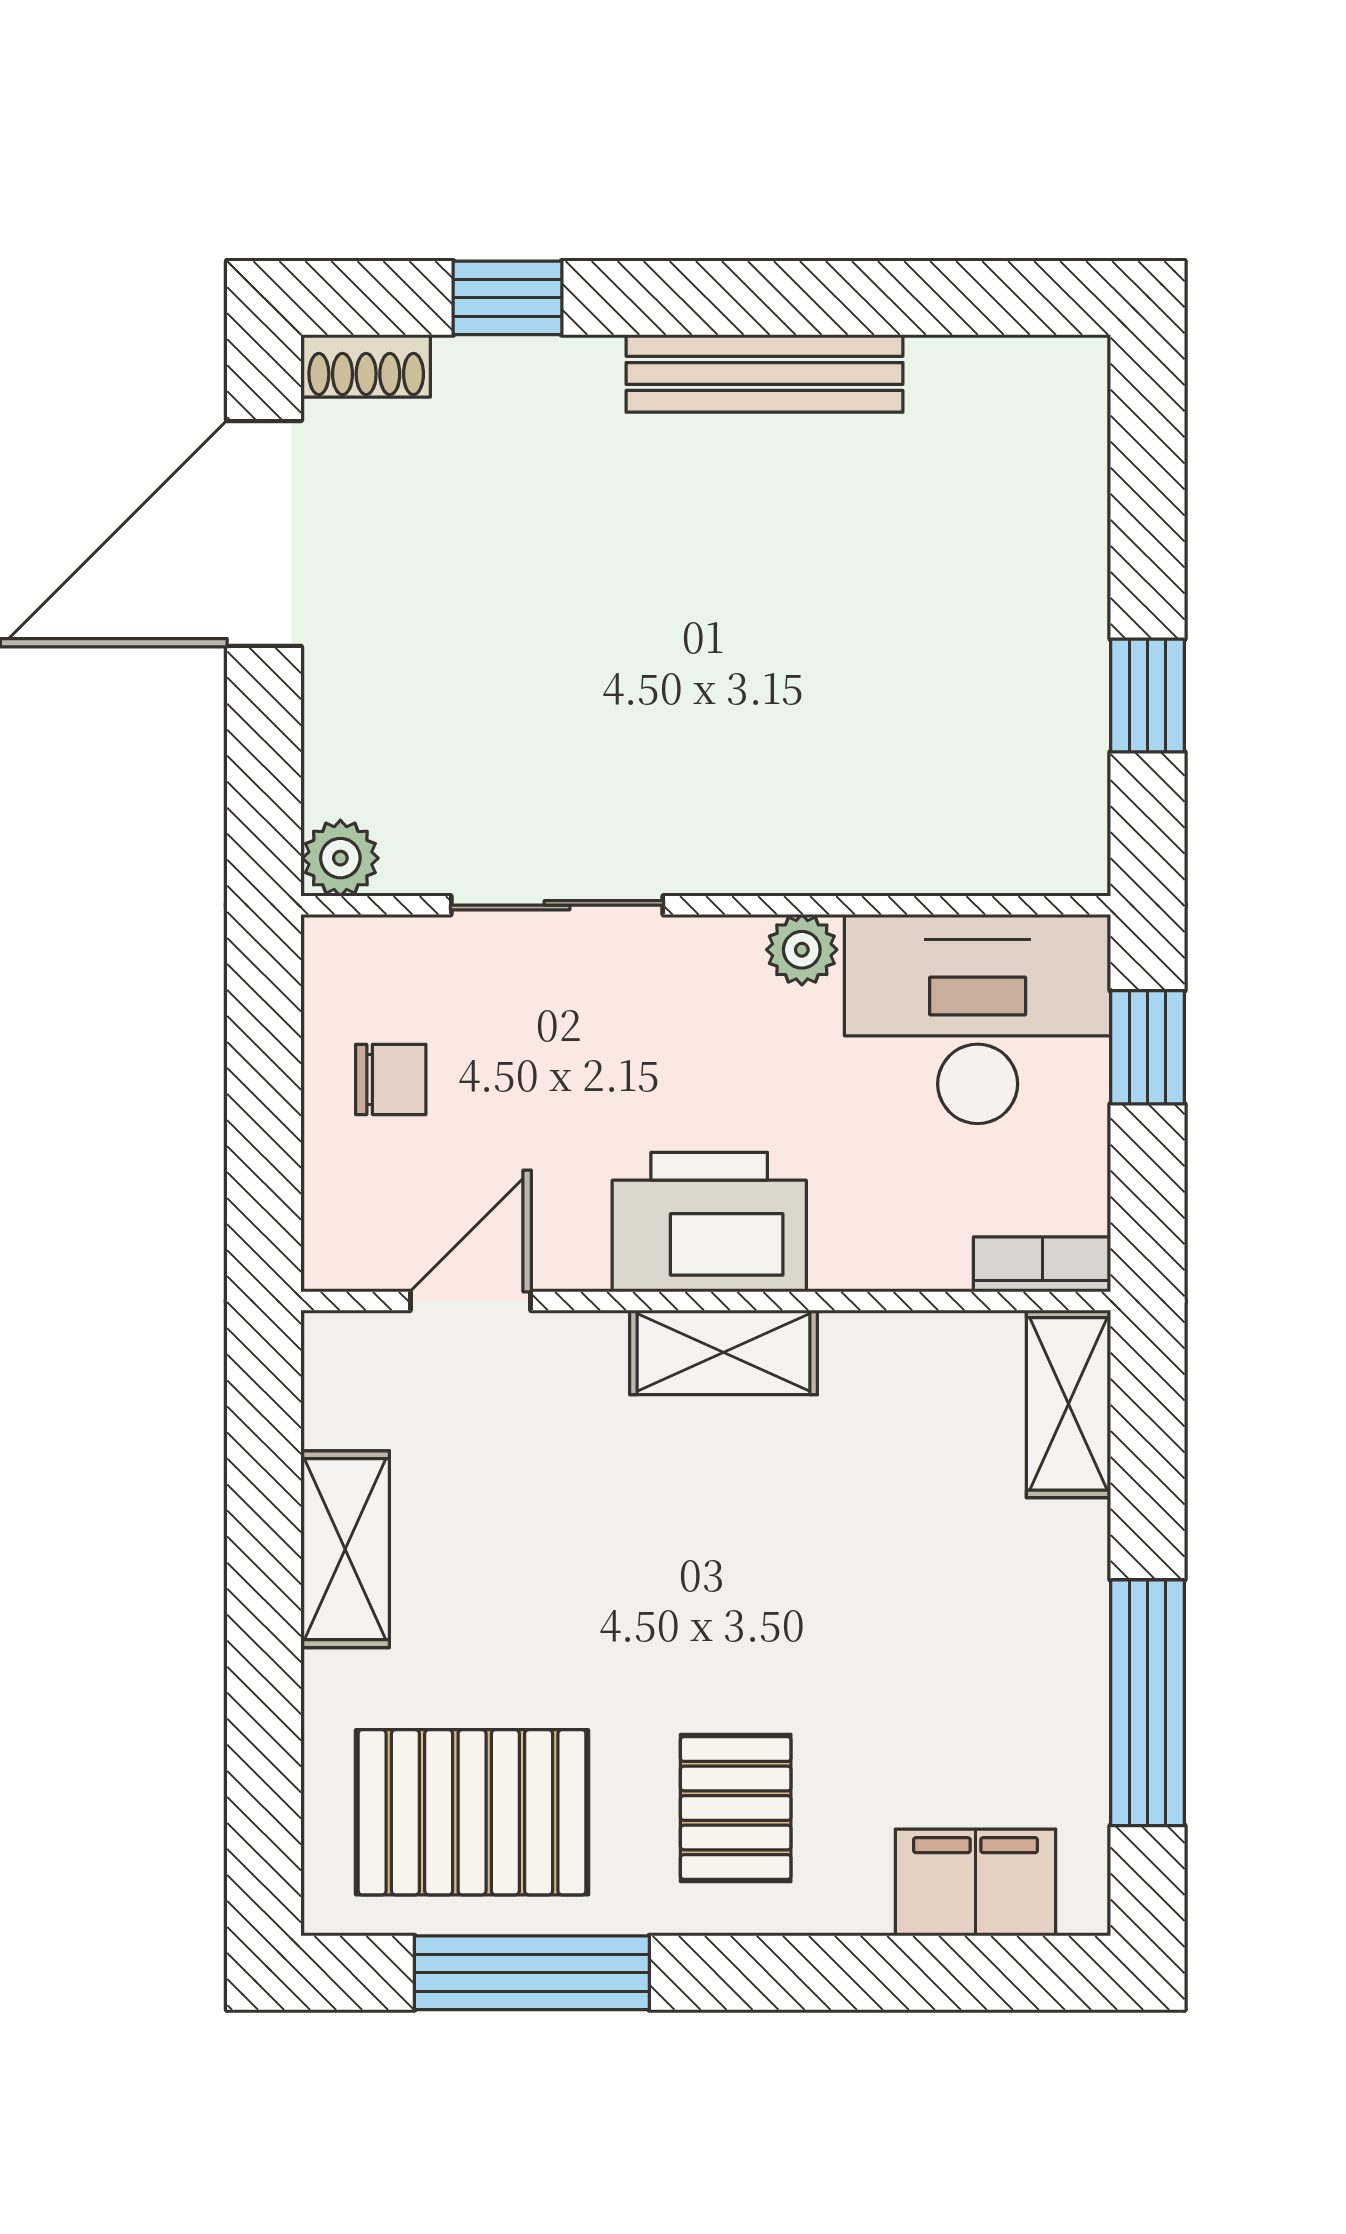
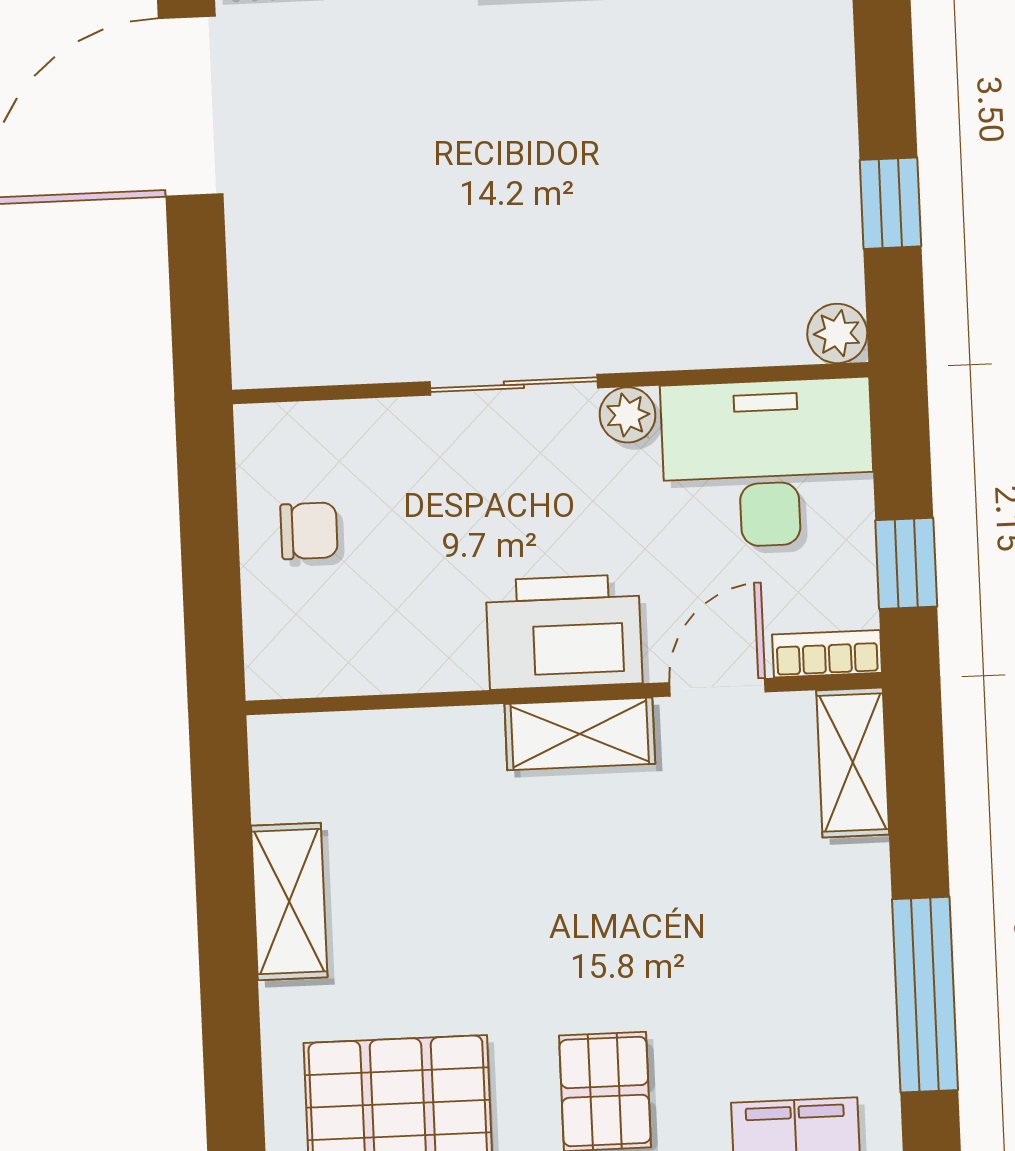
plant: (340, 858) -> (837, 333), moved
sliding door: (557, 905) -> (514, 385), moved
window: (1148, 1047) -> (906, 563), moved
door: (470, 1301) -> (717, 687), moved

